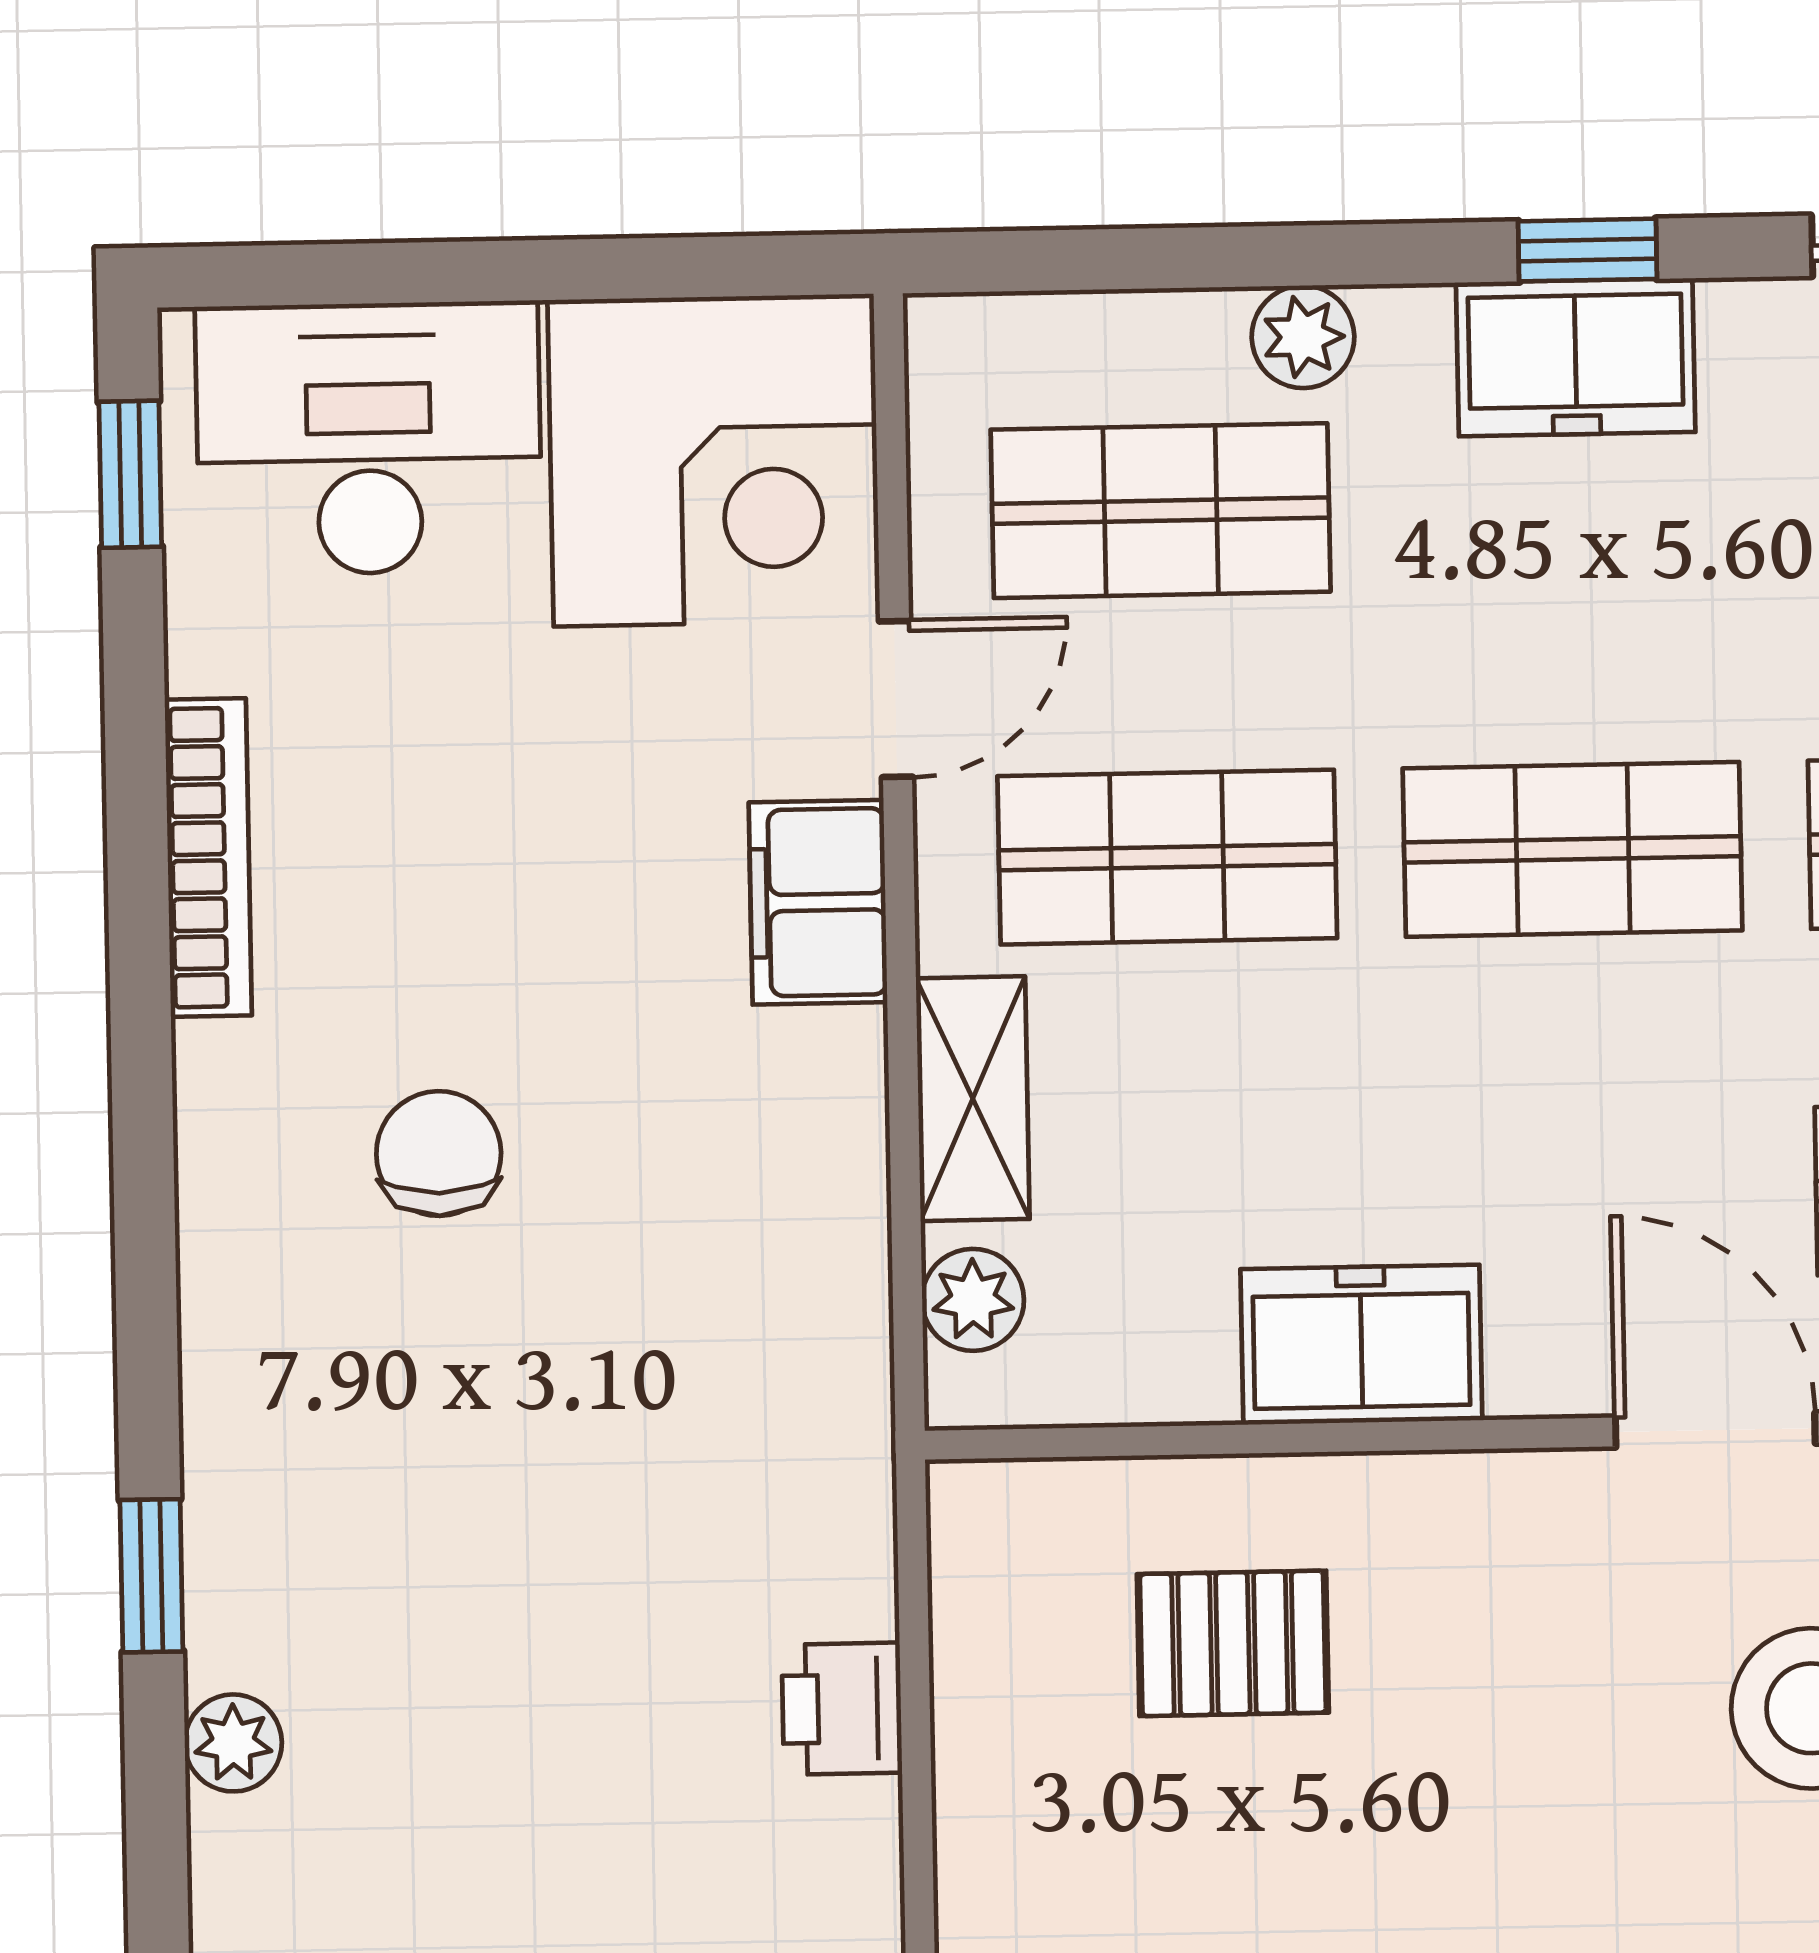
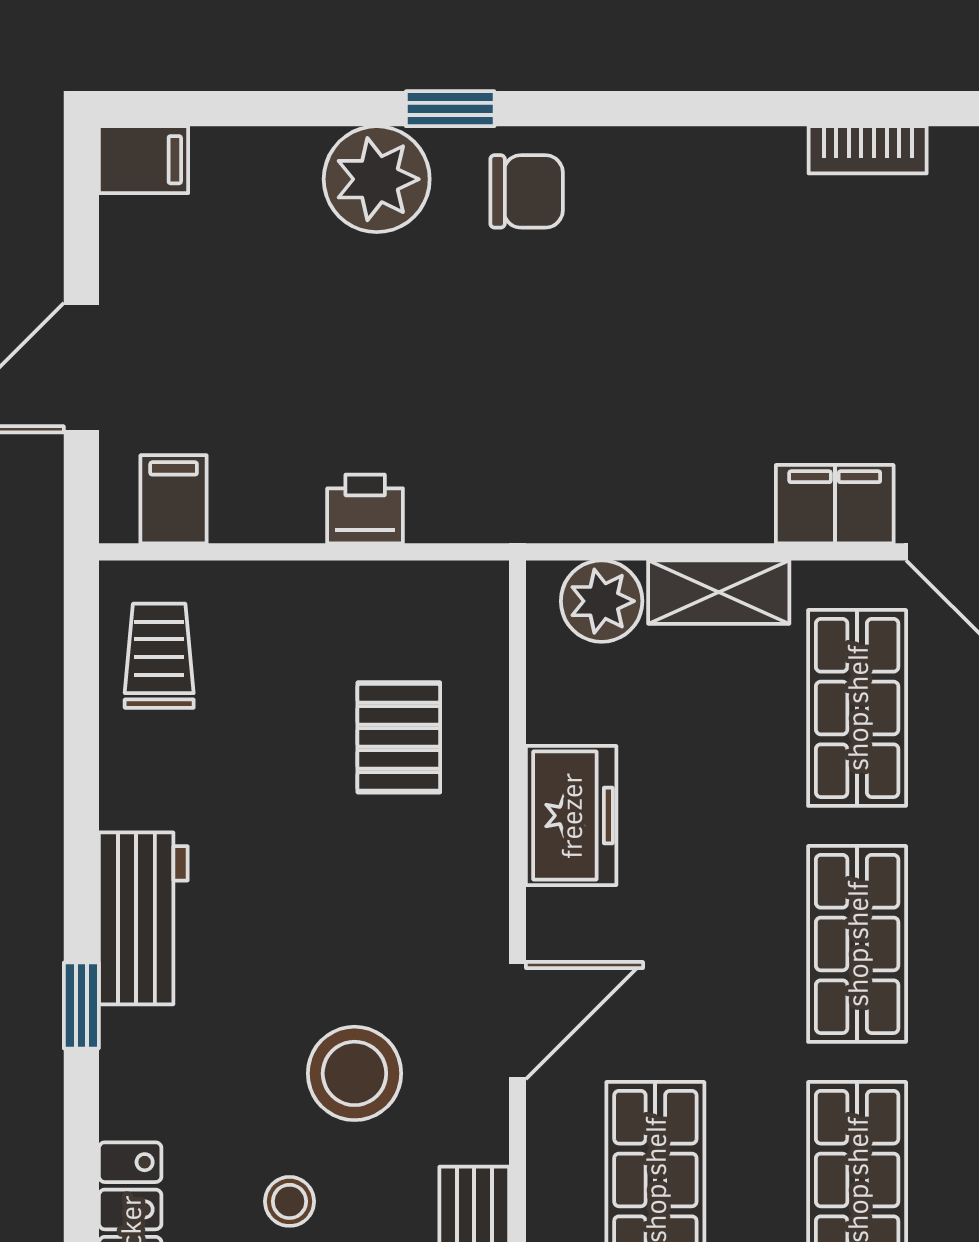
bookcase: (208, 857) -> (868, 150), width x0.64
chair: (439, 1154) -> (527, 191), moved
plant: (973, 1300) -> (602, 601), width x1.38, depth x1.38
plant: (233, 1743) -> (377, 179), width x1.88, depth x1.88

